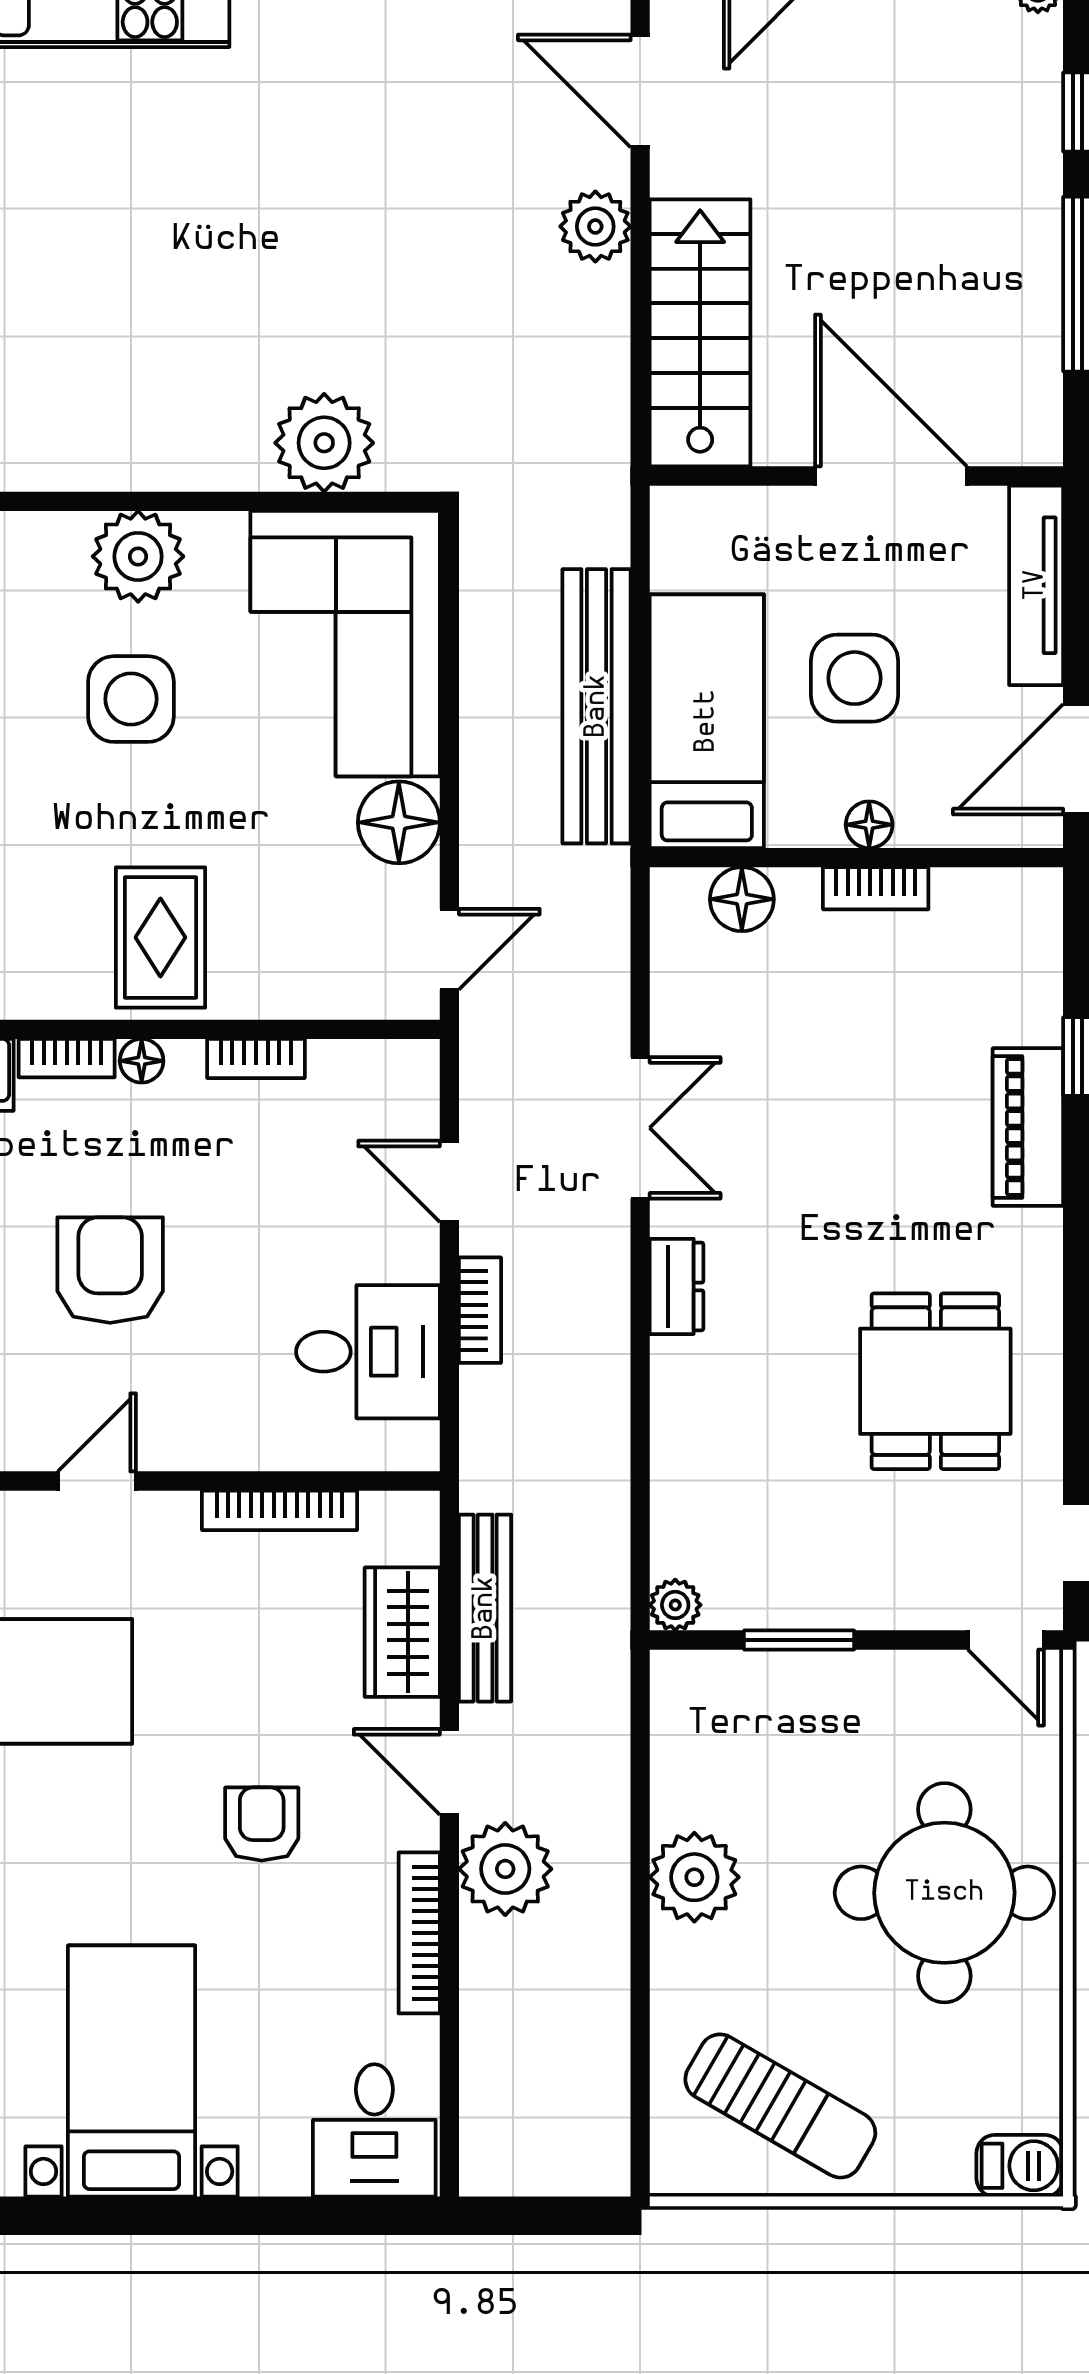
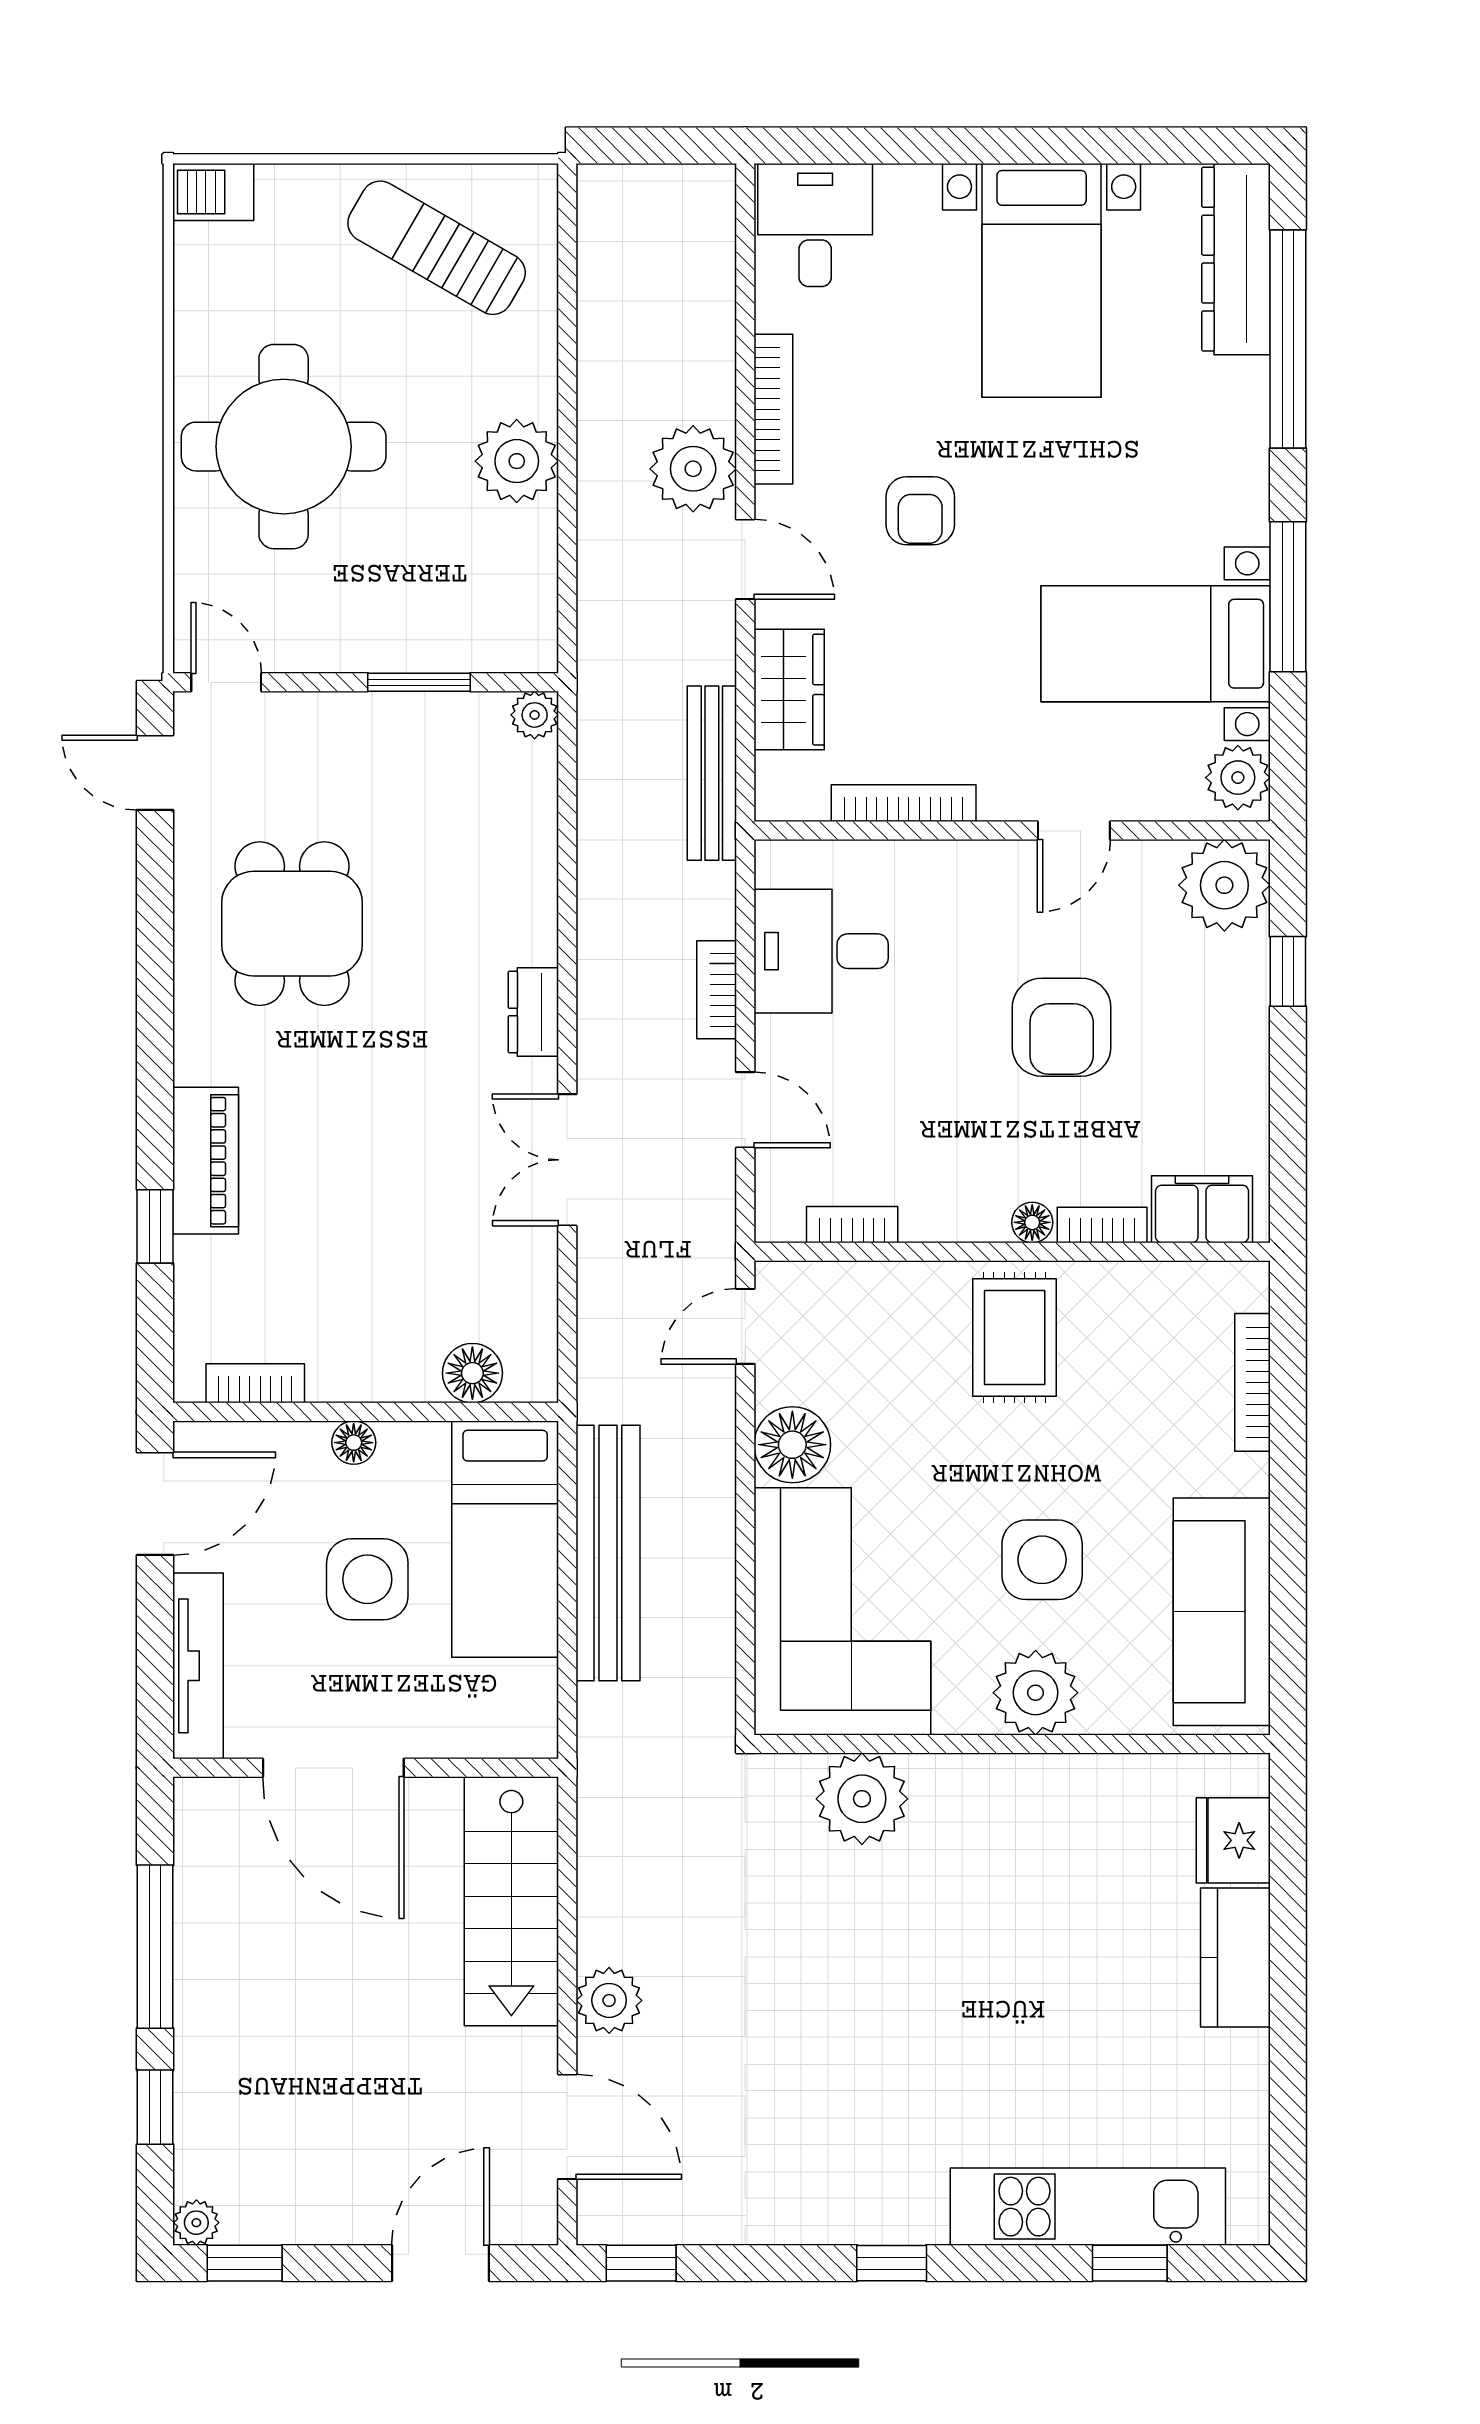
bookcase: (876, 888) -> (255, 1383), moved
bookcase: (256, 1058) -> (852, 1225), moved
bench: (485, 1608) -> (712, 773), moved

